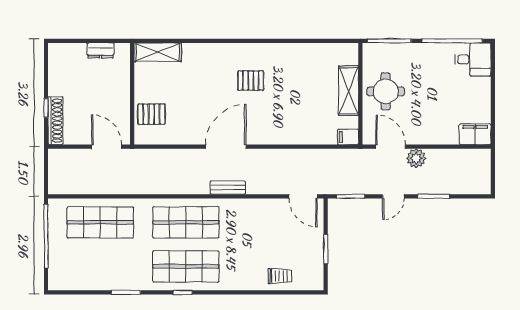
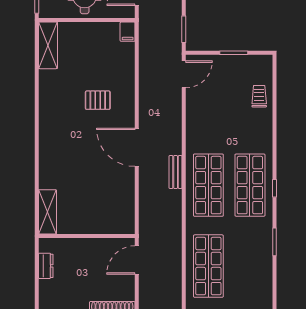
pallet: (251, 81) -> (98, 100), moved, turned 90
shelving: (349, 91) -> (48, 45), moved, turned 90
pallet: (151, 114) -> (106, 218), removed
bench: (228, 188) -> (176, 172), moved

